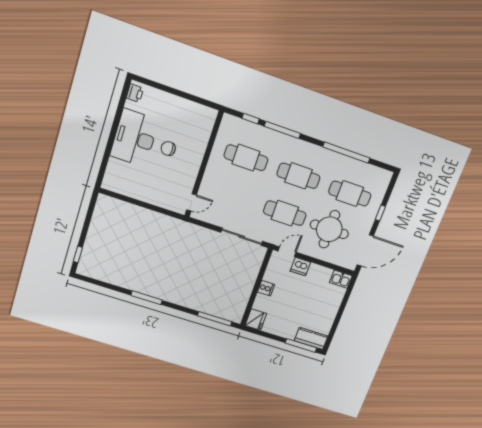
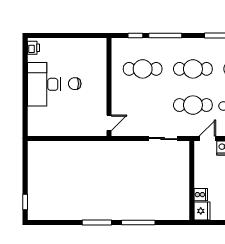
sliding door: (242, 237) -> (163, 139), width x0.73
cooker: (266, 288) -> (201, 195), moved
window: (215, 319) -> (138, 222), moved

